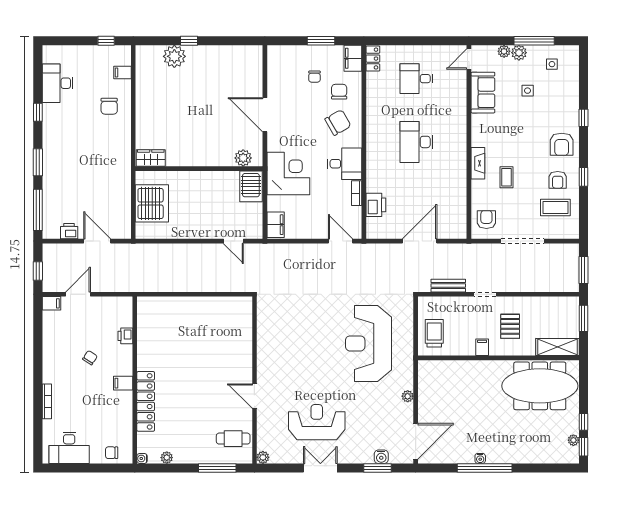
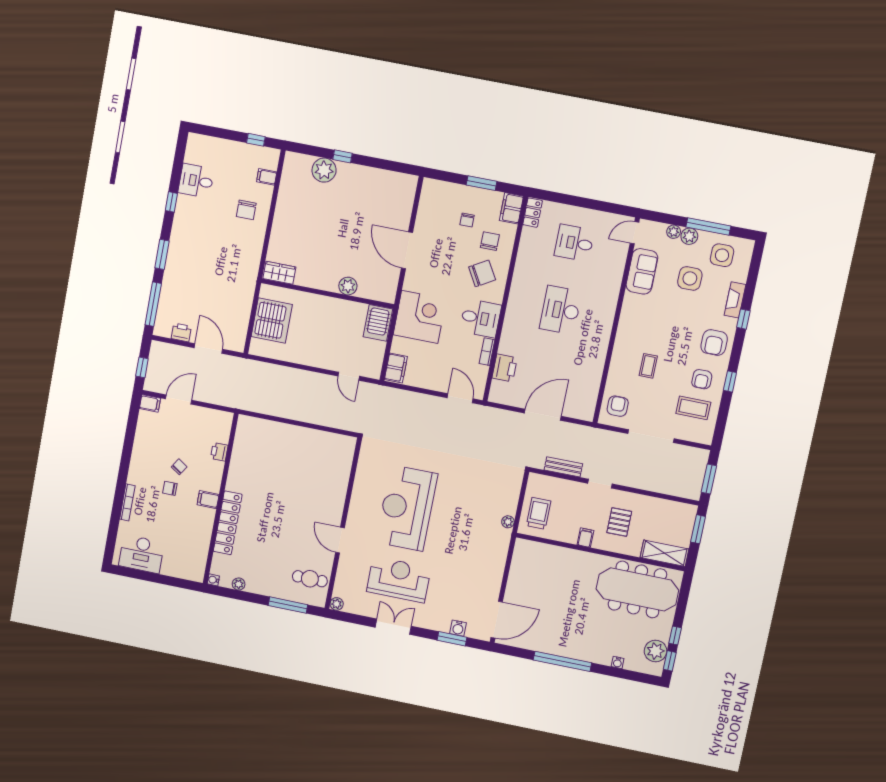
side table: (552, 64) -> (722, 255), width x1.87, depth x1.87
desk: (58, 83) -> (196, 181), width x0.73
side table: (528, 91) -> (690, 278), width x1.87, depth x1.87
plant: (243, 158) -> (348, 286), moved
fireplace: (478, 163) -> (735, 300), moved, turned 180
reception desk: (368, 343) -> (407, 508), moved
plant: (408, 396) -> (508, 522), moved
plant: (573, 440) -> (656, 651), width x1.87, depth x1.87
chair: (112, 453) -> (170, 488), moved
water cooler: (480, 458) -> (618, 663), moved

